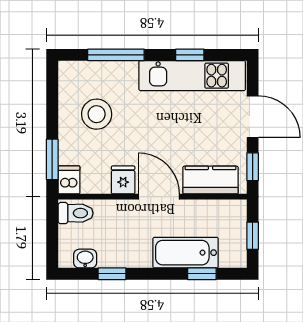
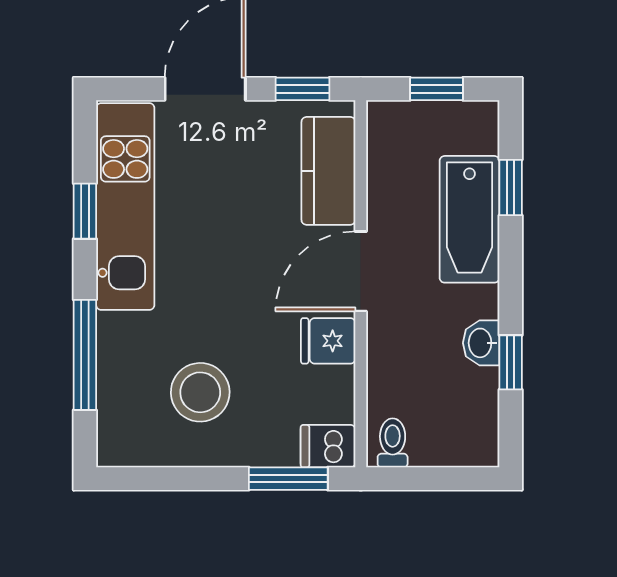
toilet: (76, 213) -> (393, 443), width x0.73, depth x0.72
washbasin: (85, 259) -> (481, 343), moved

